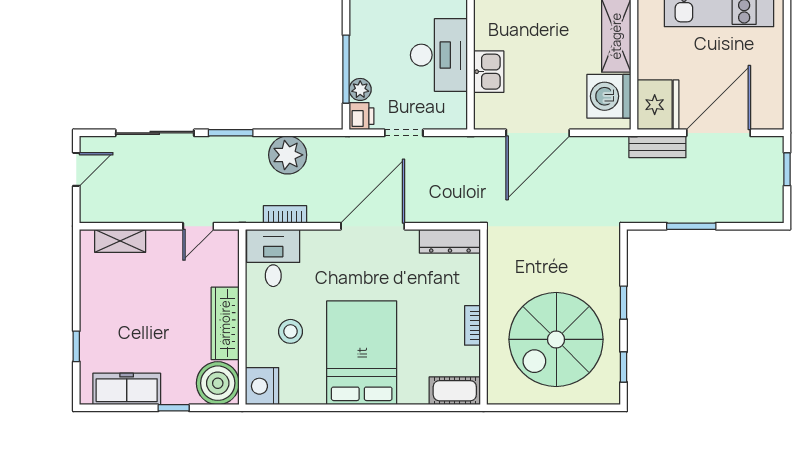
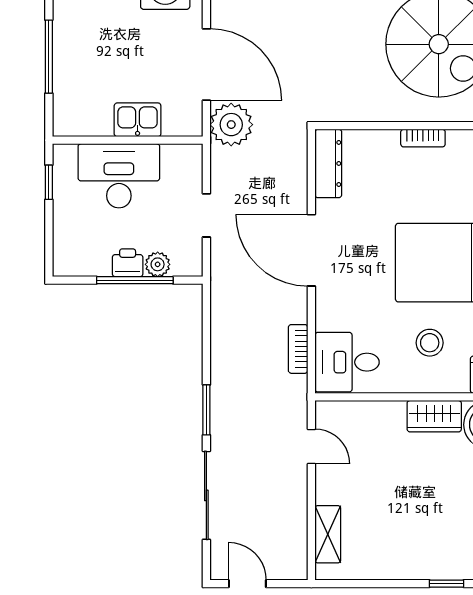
printer: (362, 116) -> (128, 263), moved
plant: (288, 155) -> (231, 125), moved
wardrobe: (225, 323) -> (434, 416), width x0.67

